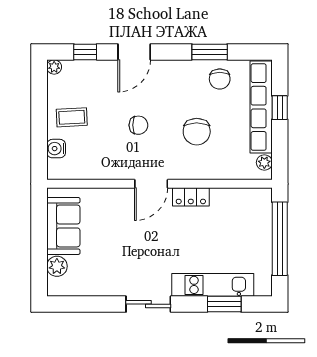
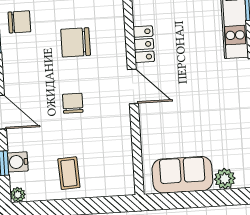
chair: (197, 132) -> (76, 42), turned 180
water cooler: (56, 149) -> (18, 162), moved, turned 90

